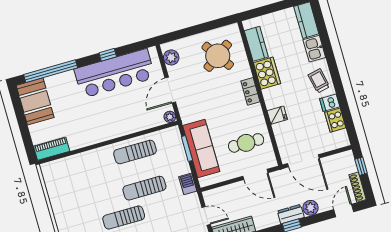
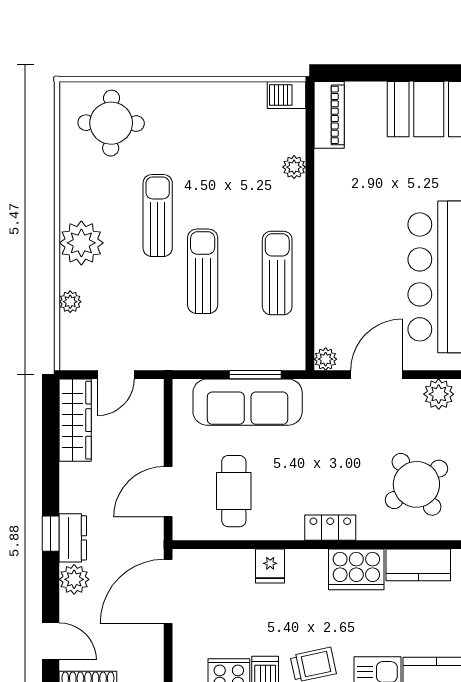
door: (170, 90) -> (377, 375), hinge flipped
plant: (82, 158) -> (294, 167), added
barbecue: (188, 184) -> (287, 95), moved, turned 180

